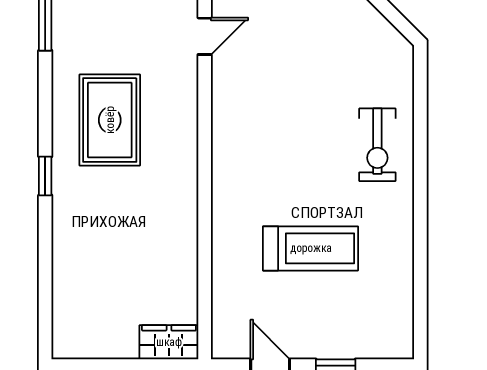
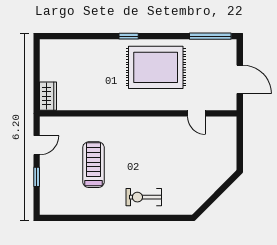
rug: (110, 120) -> (156, 67), width x1.37, depth x1.44
treadmill: (311, 248) -> (93, 165), turned 180

